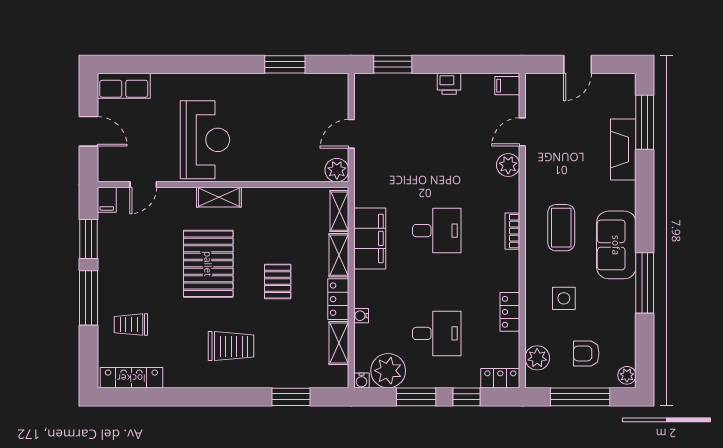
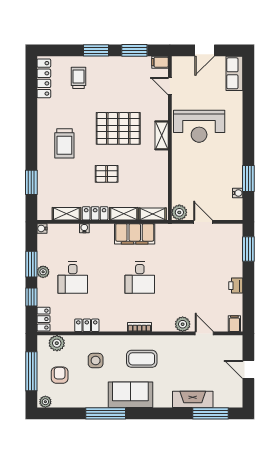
water cooler: (307, 81) -> (238, 193), added
window: (88, 298) -> (96, 50), width x0.69
plant: (388, 371) -> (43, 272), moved, width x0.53, depth x0.53

